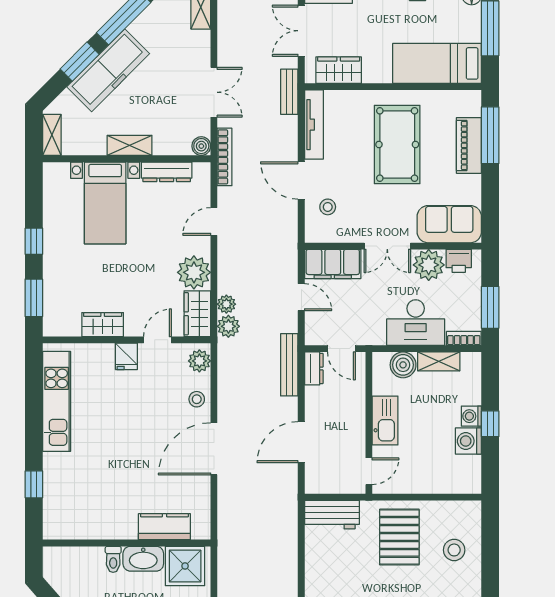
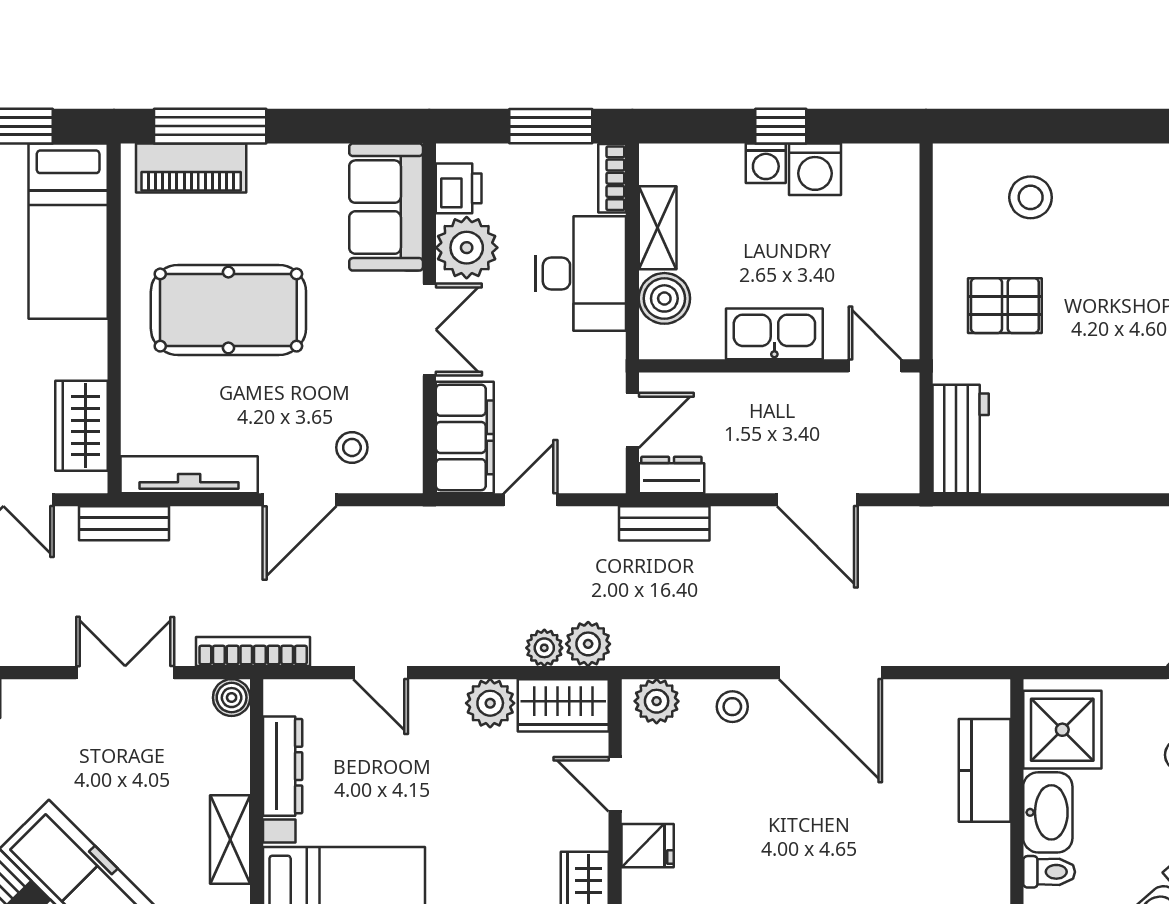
piano: (469, 145) -> (191, 168), moved
plant: (194, 272) -> (490, 703), width x0.73, depth x0.73
bench: (289, 365) -> (664, 523), width x0.73
pallet: (399, 537) -> (1005, 306), width x0.67, depth x0.71

